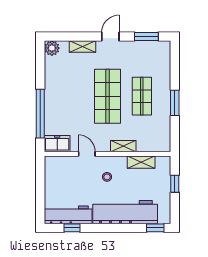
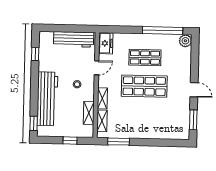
shelving: (82, 46) -> (102, 121), moved
shop shelf: (142, 96) -> (145, 58), moved
window: (175, 103) -> (119, 142), moved
window: (40, 114) -> (163, 31), moved
workbench: (68, 215) -> (74, 39), moved, turned 90

